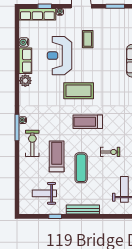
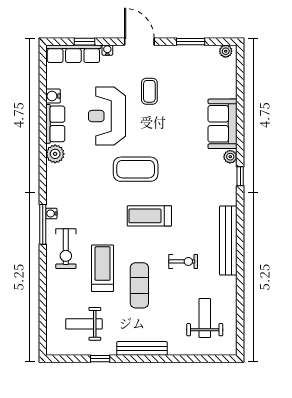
exercise bike: (32, 143) -> (66, 249), turned 180

